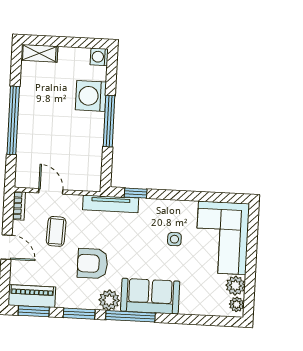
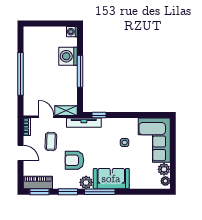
shelving: (39, 53) -> (66, 111), moved

